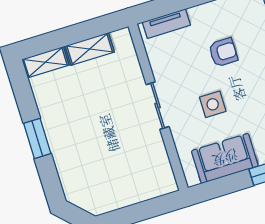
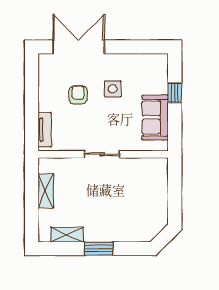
shelving: (45, 62) -> (67, 235), moved, turned 90
side table: (213, 104) -> (113, 89), moved

